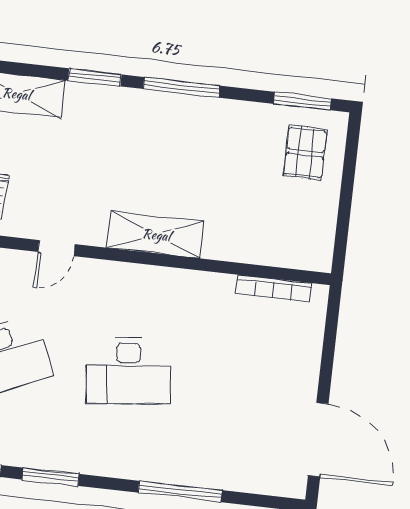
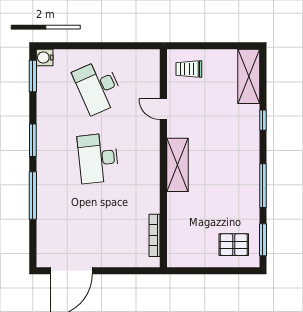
window: (95, 77) -> (263, 120), width x0.67
window: (181, 87) -> (263, 186), moved
window: (51, 477) -> (33, 140), moved

